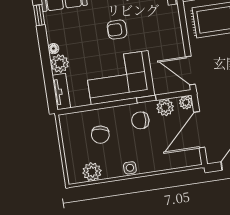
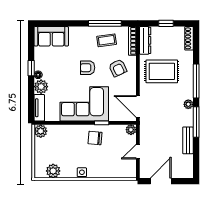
window: (39, 15) -> (31, 68), moved
armchair: (157, 24) -> (118, 68), added
plant: (165, 107) -> (41, 131), moved
door: (199, 130) -> (138, 152), width x0.53
chair: (100, 135) -> (63, 144), removed

